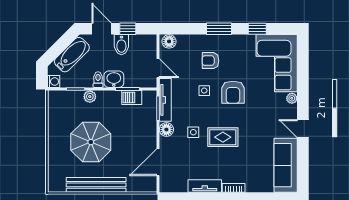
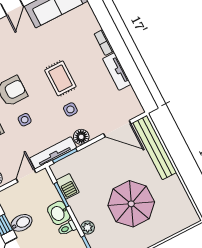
bench: (96, 185) -> (155, 147), moved

